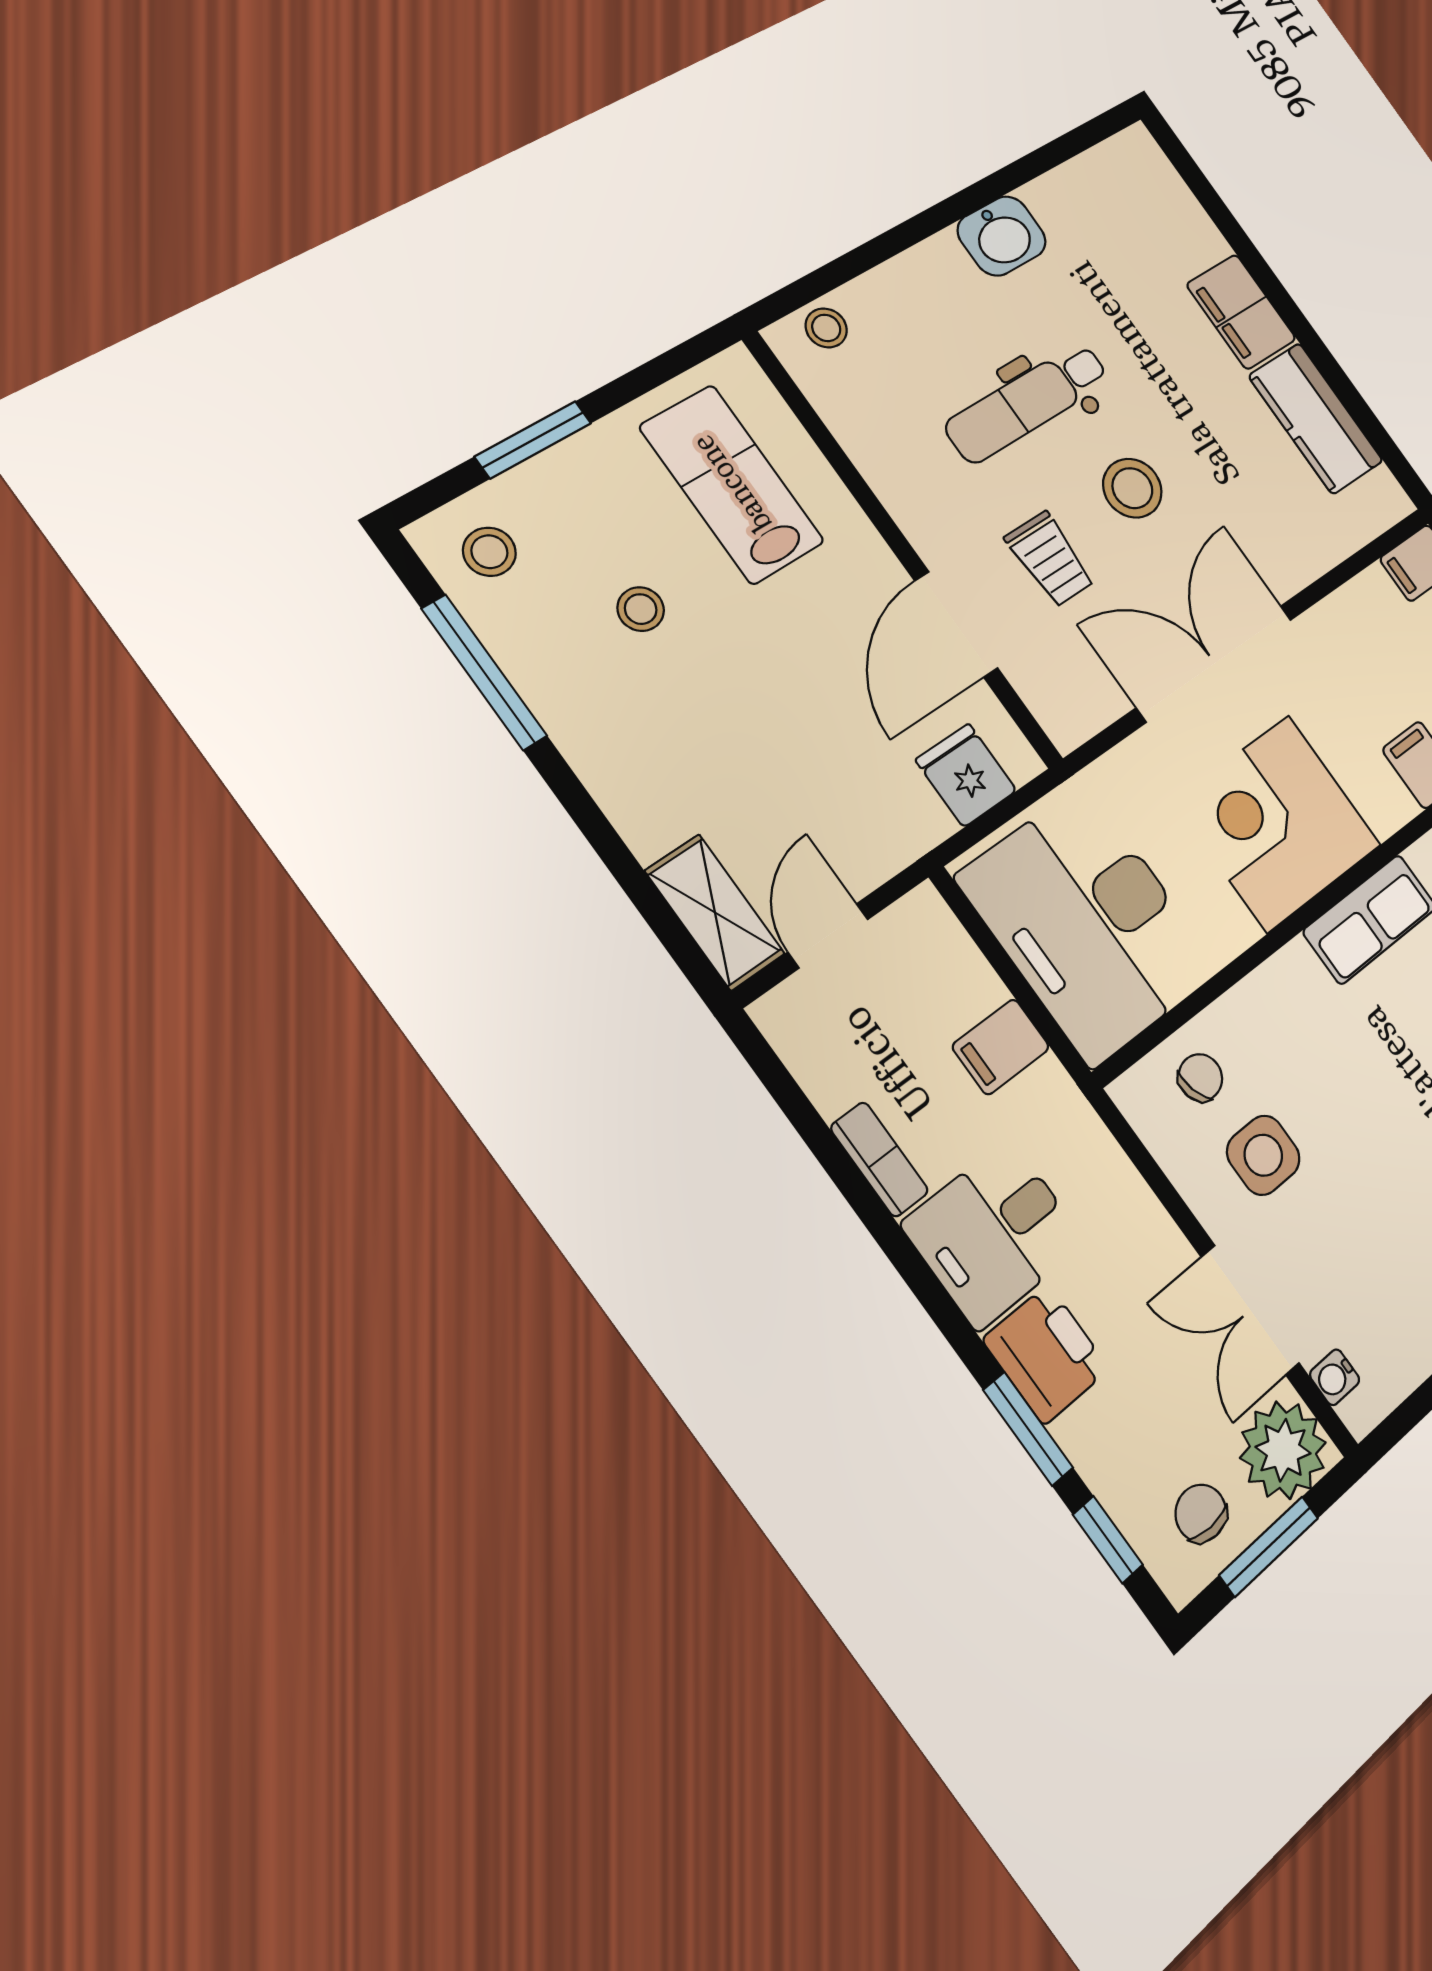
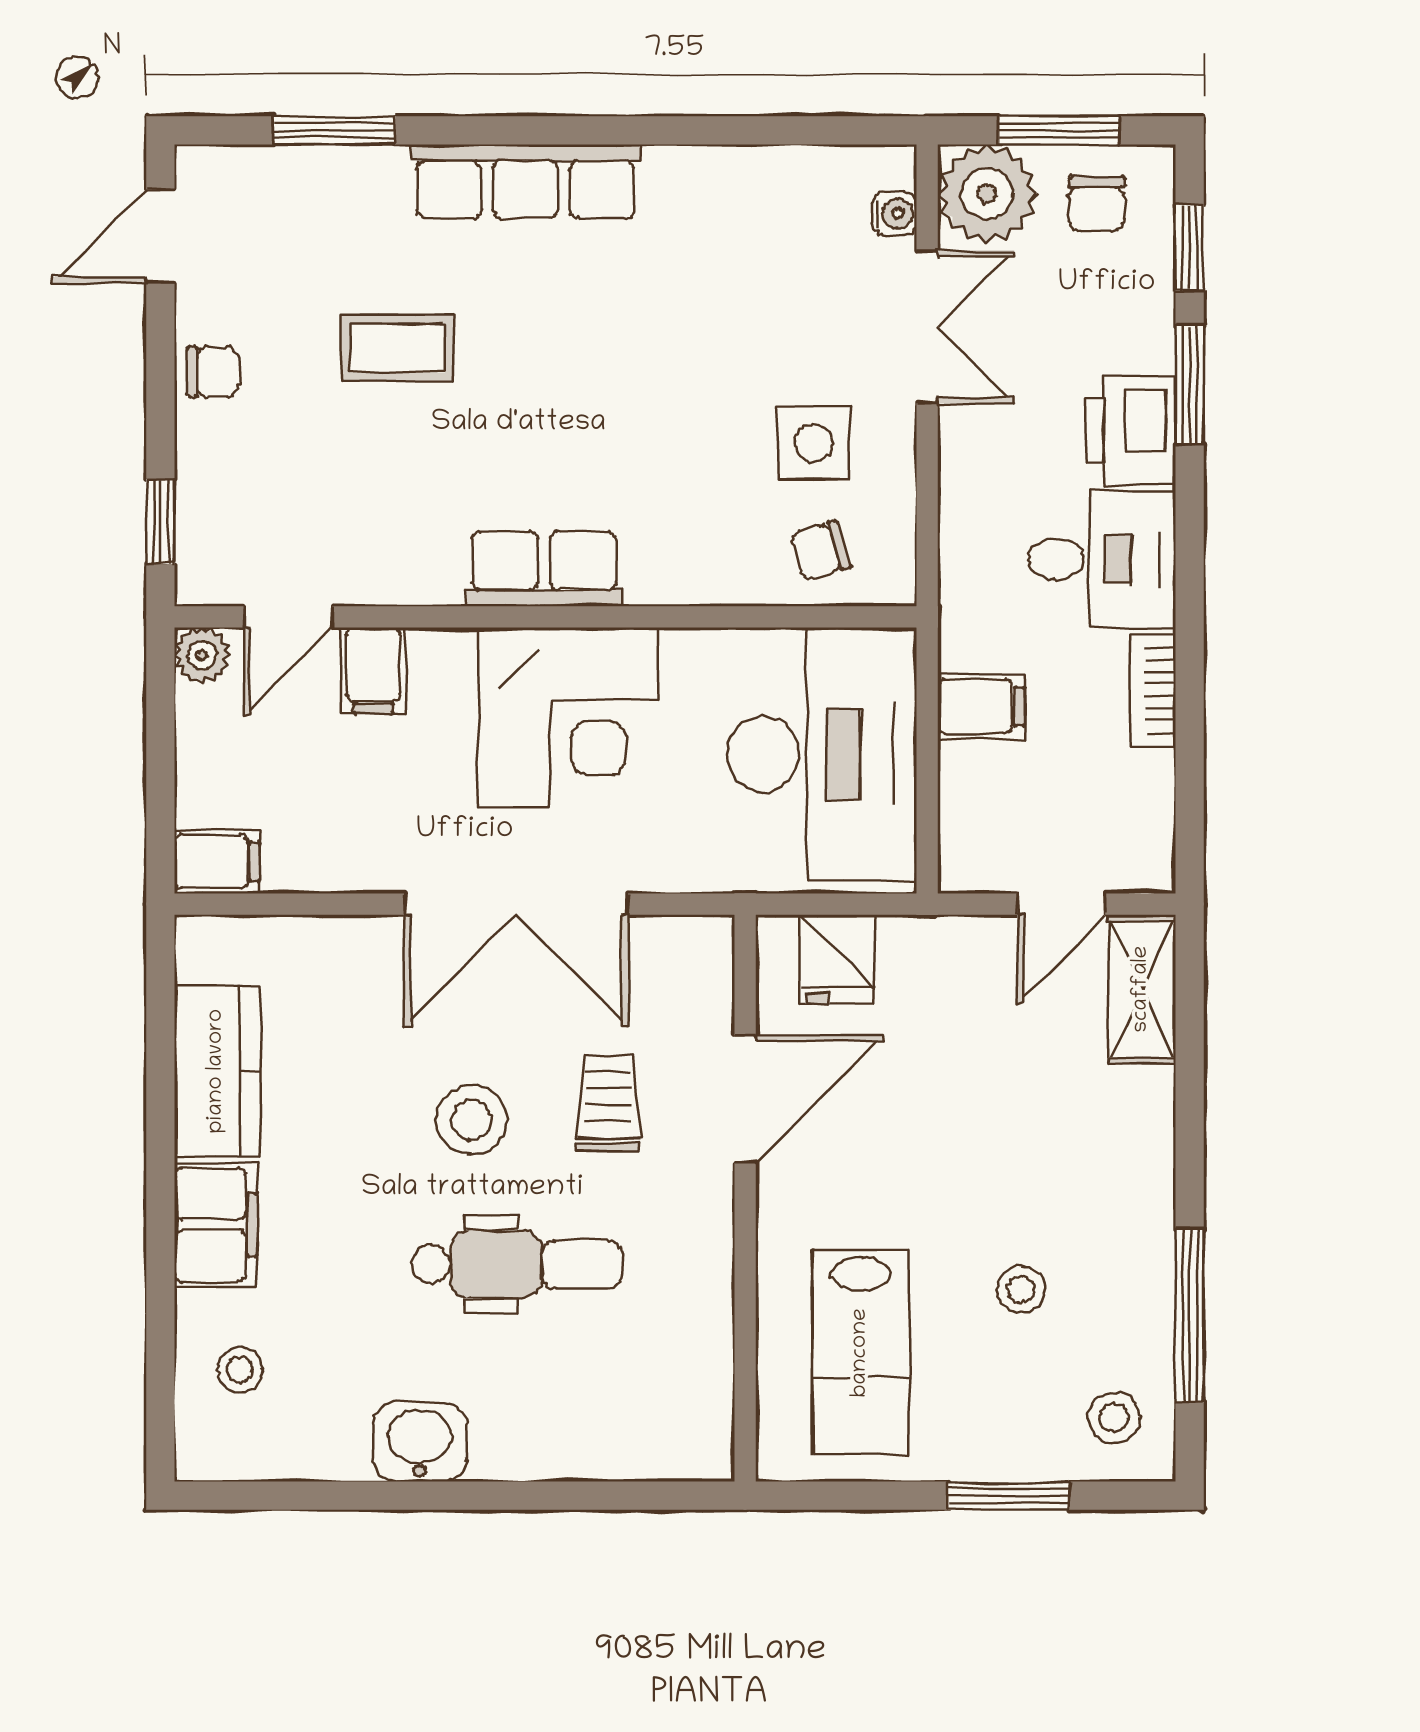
stool: (826, 328) -> (240, 1370), moved

